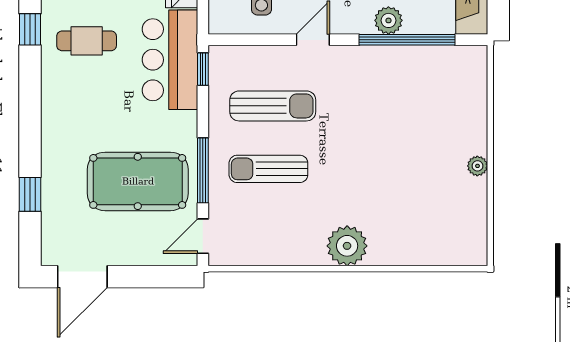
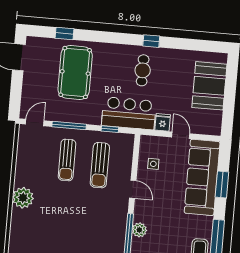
window: (203, 69) -> (110, 129), moved
sun lounger: (268, 169) -> (67, 160), turned 180
pool table: (138, 181) -> (75, 72), moved
door: (203, 236) -> (35, 122), hinge flipped

